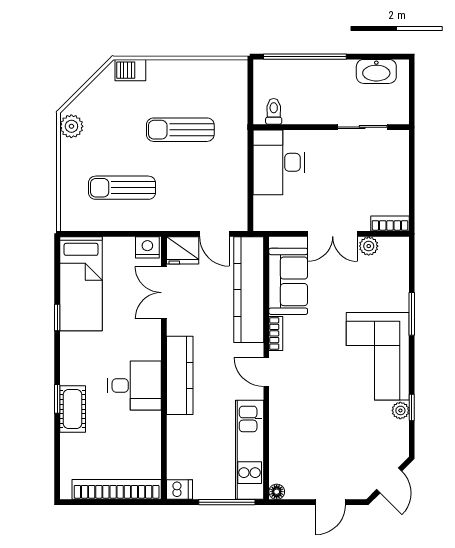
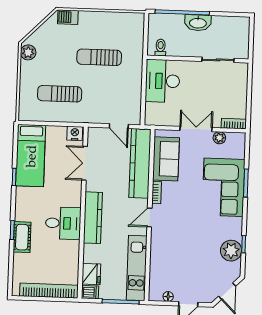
washbasin: (376, 71) -> (198, 23), moved
double door: (333, 234) -> (196, 129), swing flipped
fridge: (183, 250) -> (91, 274), moved, turned -90
corner sofa: (378, 356) -> (223, 187), moved
door: (266, 372) -> (149, 218), hinge flipped
plant: (400, 410) -> (231, 251), width x1.88, depth x1.88
floor lamp: (277, 492) -> (168, 297), moved

